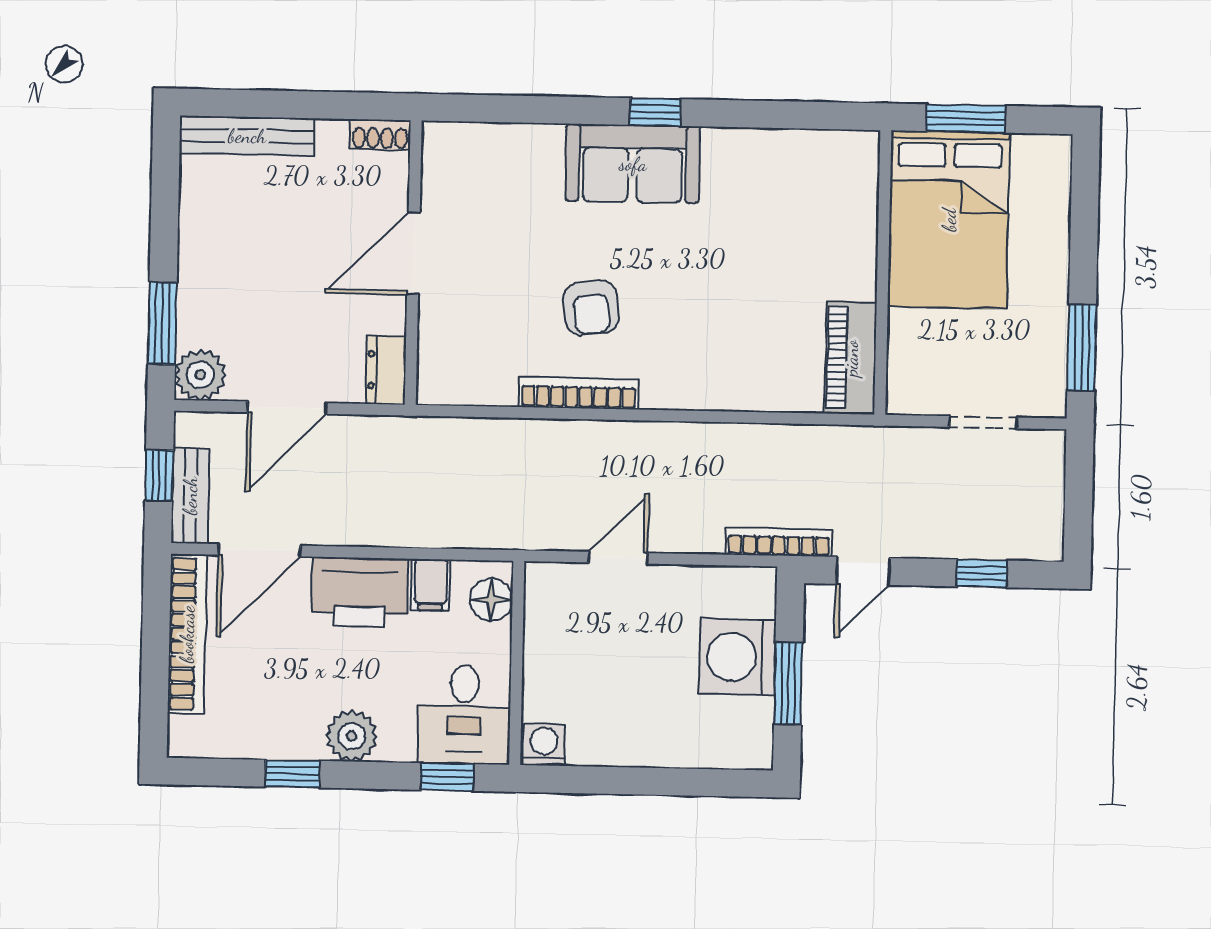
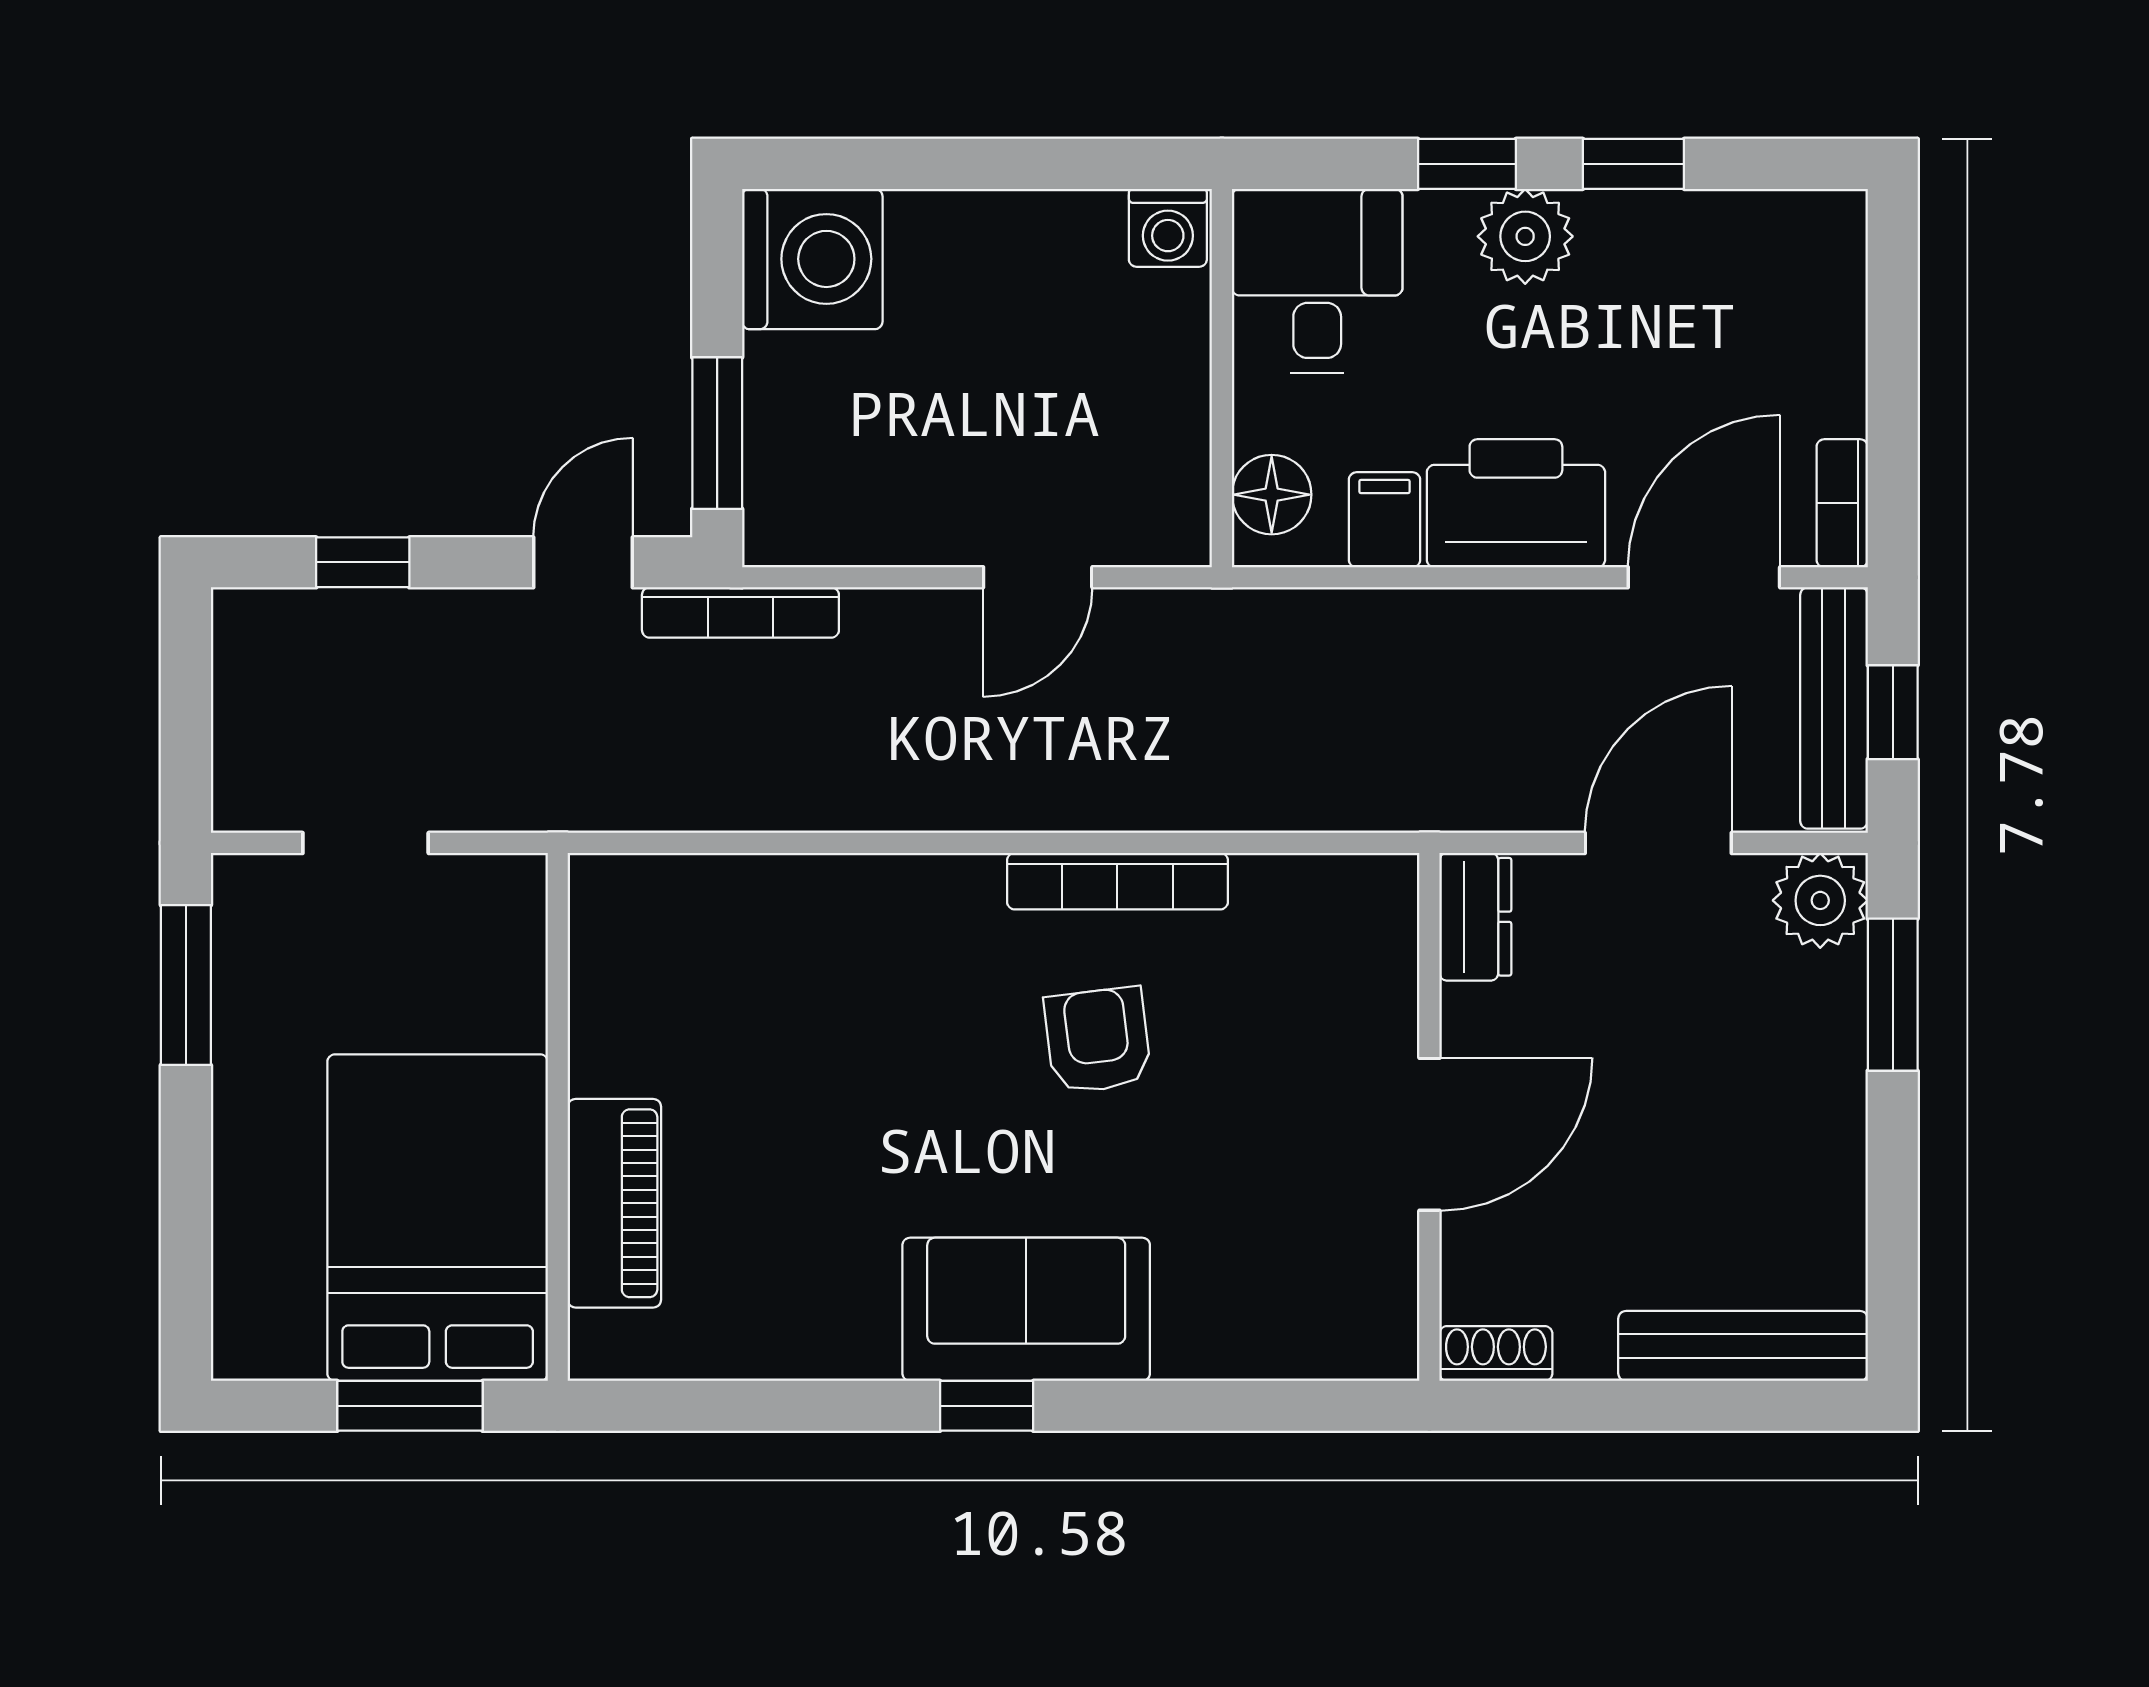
piano: (851, 358) -> (614, 1203), moved
bench: (190, 496) -> (1834, 708), width x1.36
bookcase: (187, 634) -> (1842, 503), width x0.43, depth x0.76
washing machine: (738, 657) -> (812, 259), moved
window: (788, 683) -> (717, 433), moved
window: (447, 777) -> (1467, 164), moved

